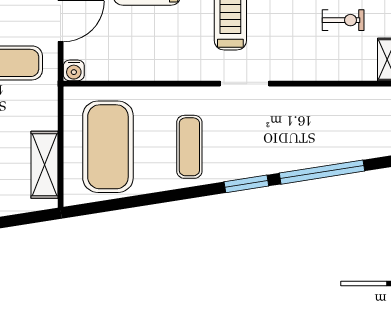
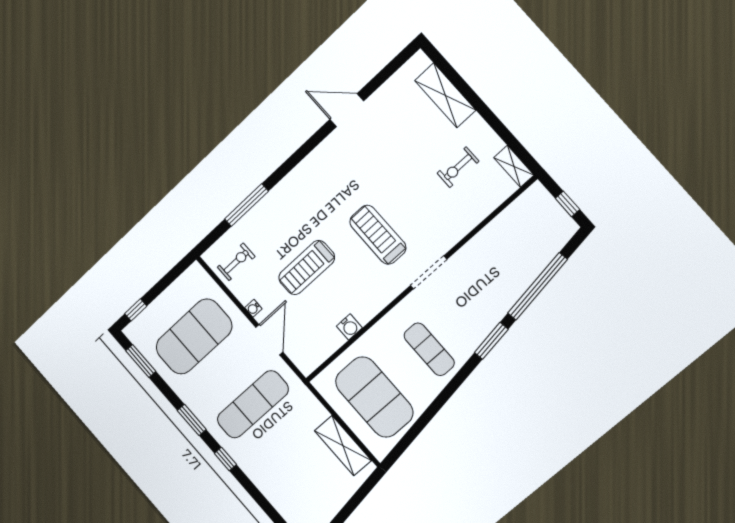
exercise bike: (343, 20) -> (458, 167), turned 180
water cooler: (74, 70) -> (349, 327), moved

